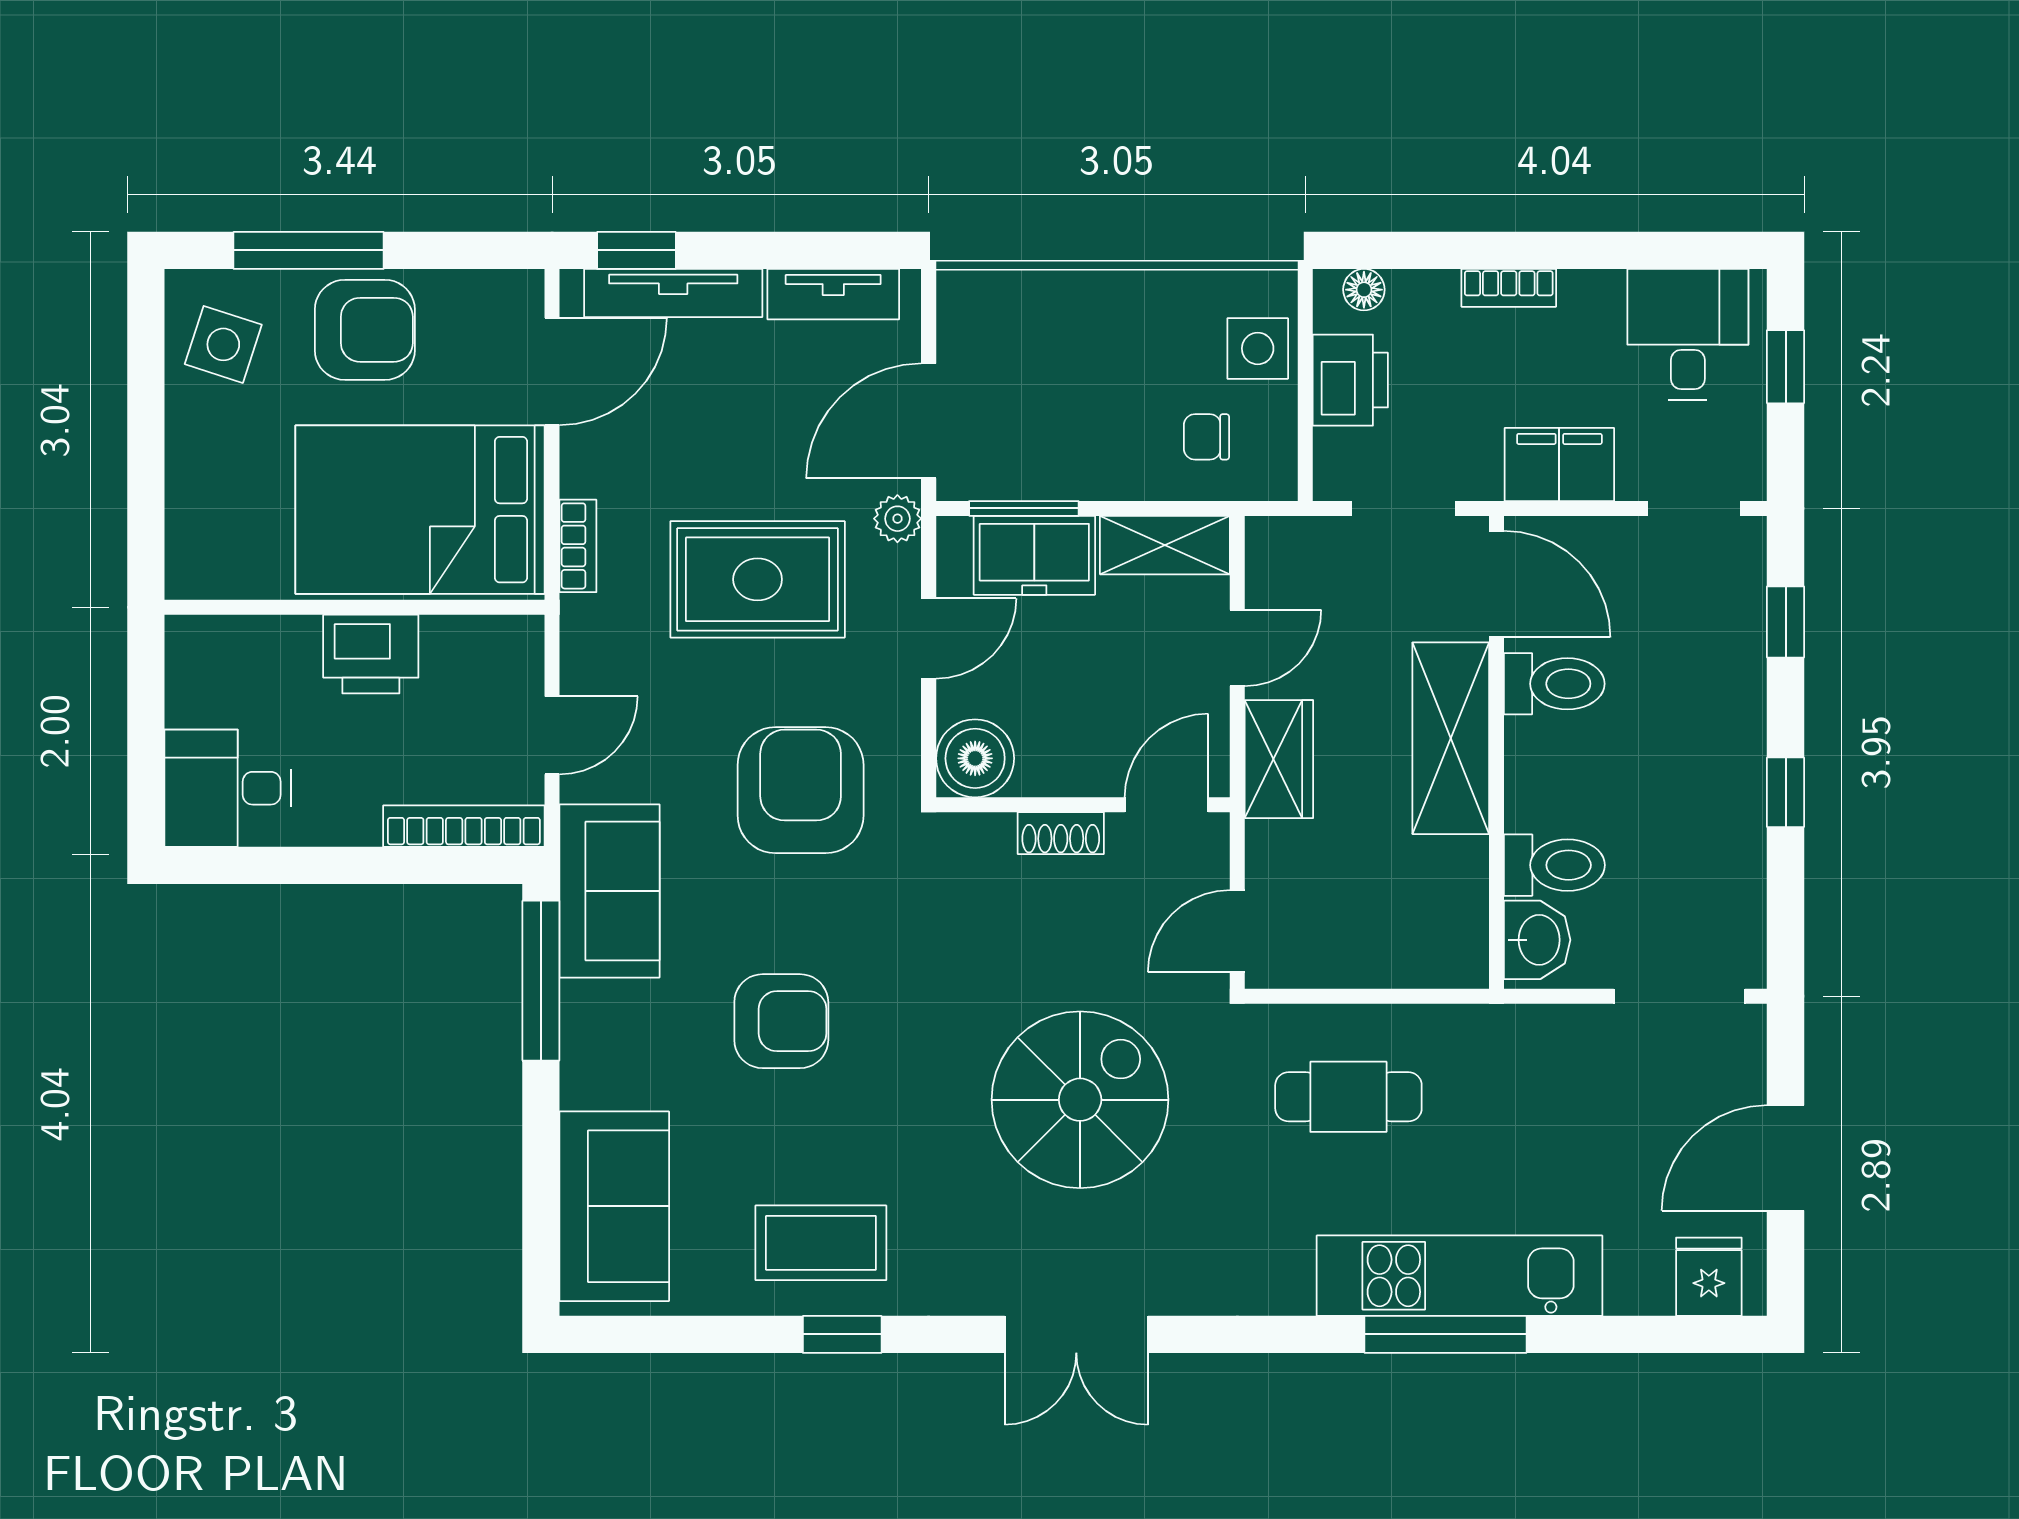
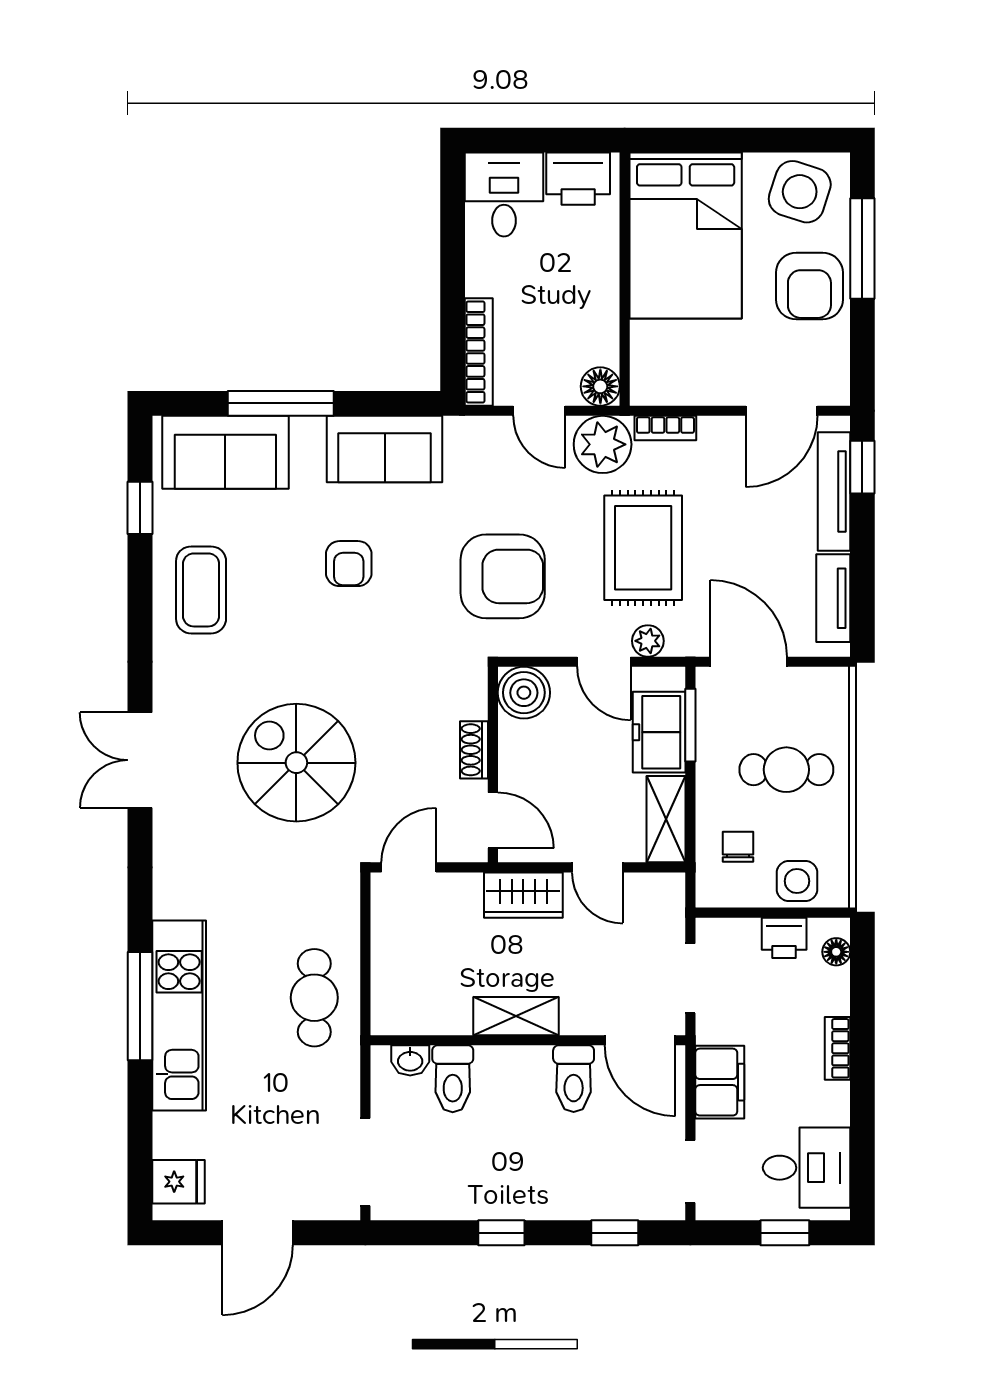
side table: (223, 344) -> (800, 192), width x1.37, depth x1.37
cafe table: (1091, 364) -> (786, 770), added
door: (552, 372) -> (782, 411), hinge flipped
printer: (1350, 380) -> (784, 938), width x0.73, depth x0.81
bed: (420, 510) -> (686, 236), moved, turned 180
plant: (897, 519) -> (648, 641), moved
door: (1497, 584) -> (640, 1040), hinge flipped
plant: (603, 640) -> (603, 444), added
floor lamp: (516, 644) -> (600, 386), added
printer: (371, 654) -> (578, 179), moved, turned -90
shelving: (1451, 738) -> (516, 1016), width x0.67, depth x0.75
sofa: (610, 891) -> (385, 449), moved
door: (1237, 931) -> (409, 867), hinge flipped
washbasin: (1537, 940) -> (410, 1060), width x0.72, depth x0.69
window: (541, 981) -> (281, 403), moved
armchair: (781, 1021) -> (349, 564), width x0.72, depth x0.72
cafe table: (1348, 1097) -> (314, 998), moved
spiral stairs: (1080, 1100) -> (296, 763), turned 180
door: (1786, 1158) -> (258, 1233), swing flipped
window: (842, 1334) -> (140, 508), moved

